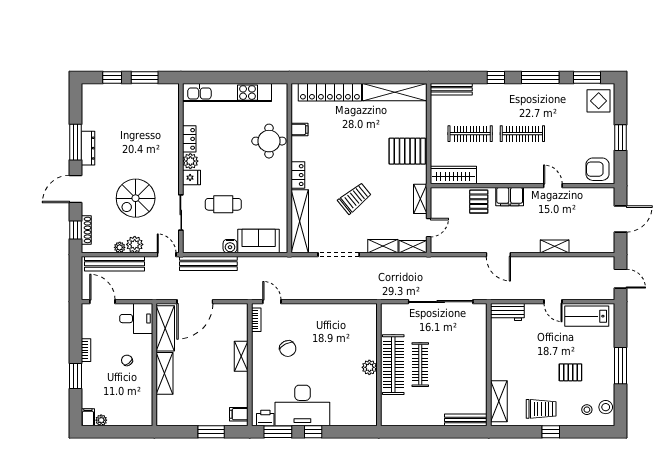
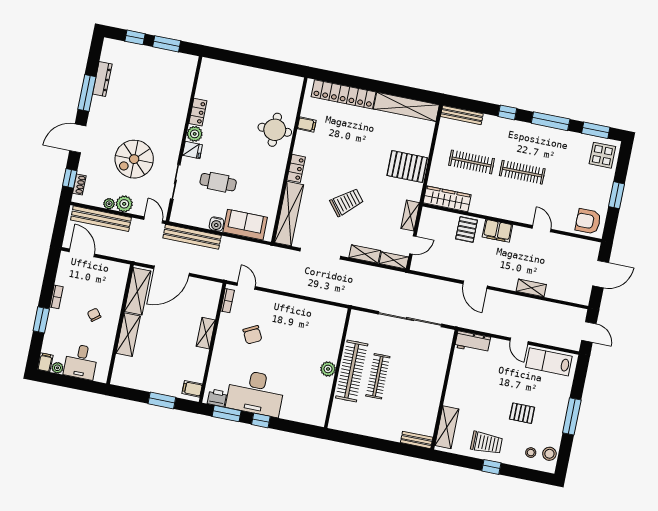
kitchen unit: (227, 93) -> (244, 75), removed
dresser: (88, 148) -> (102, 79), moved
shoe rack: (86, 230) -> (79, 184), width x0.70
desk: (136, 319) -> (81, 362), moved, turned 90
bench: (466, 420) -> (417, 440), width x0.73

